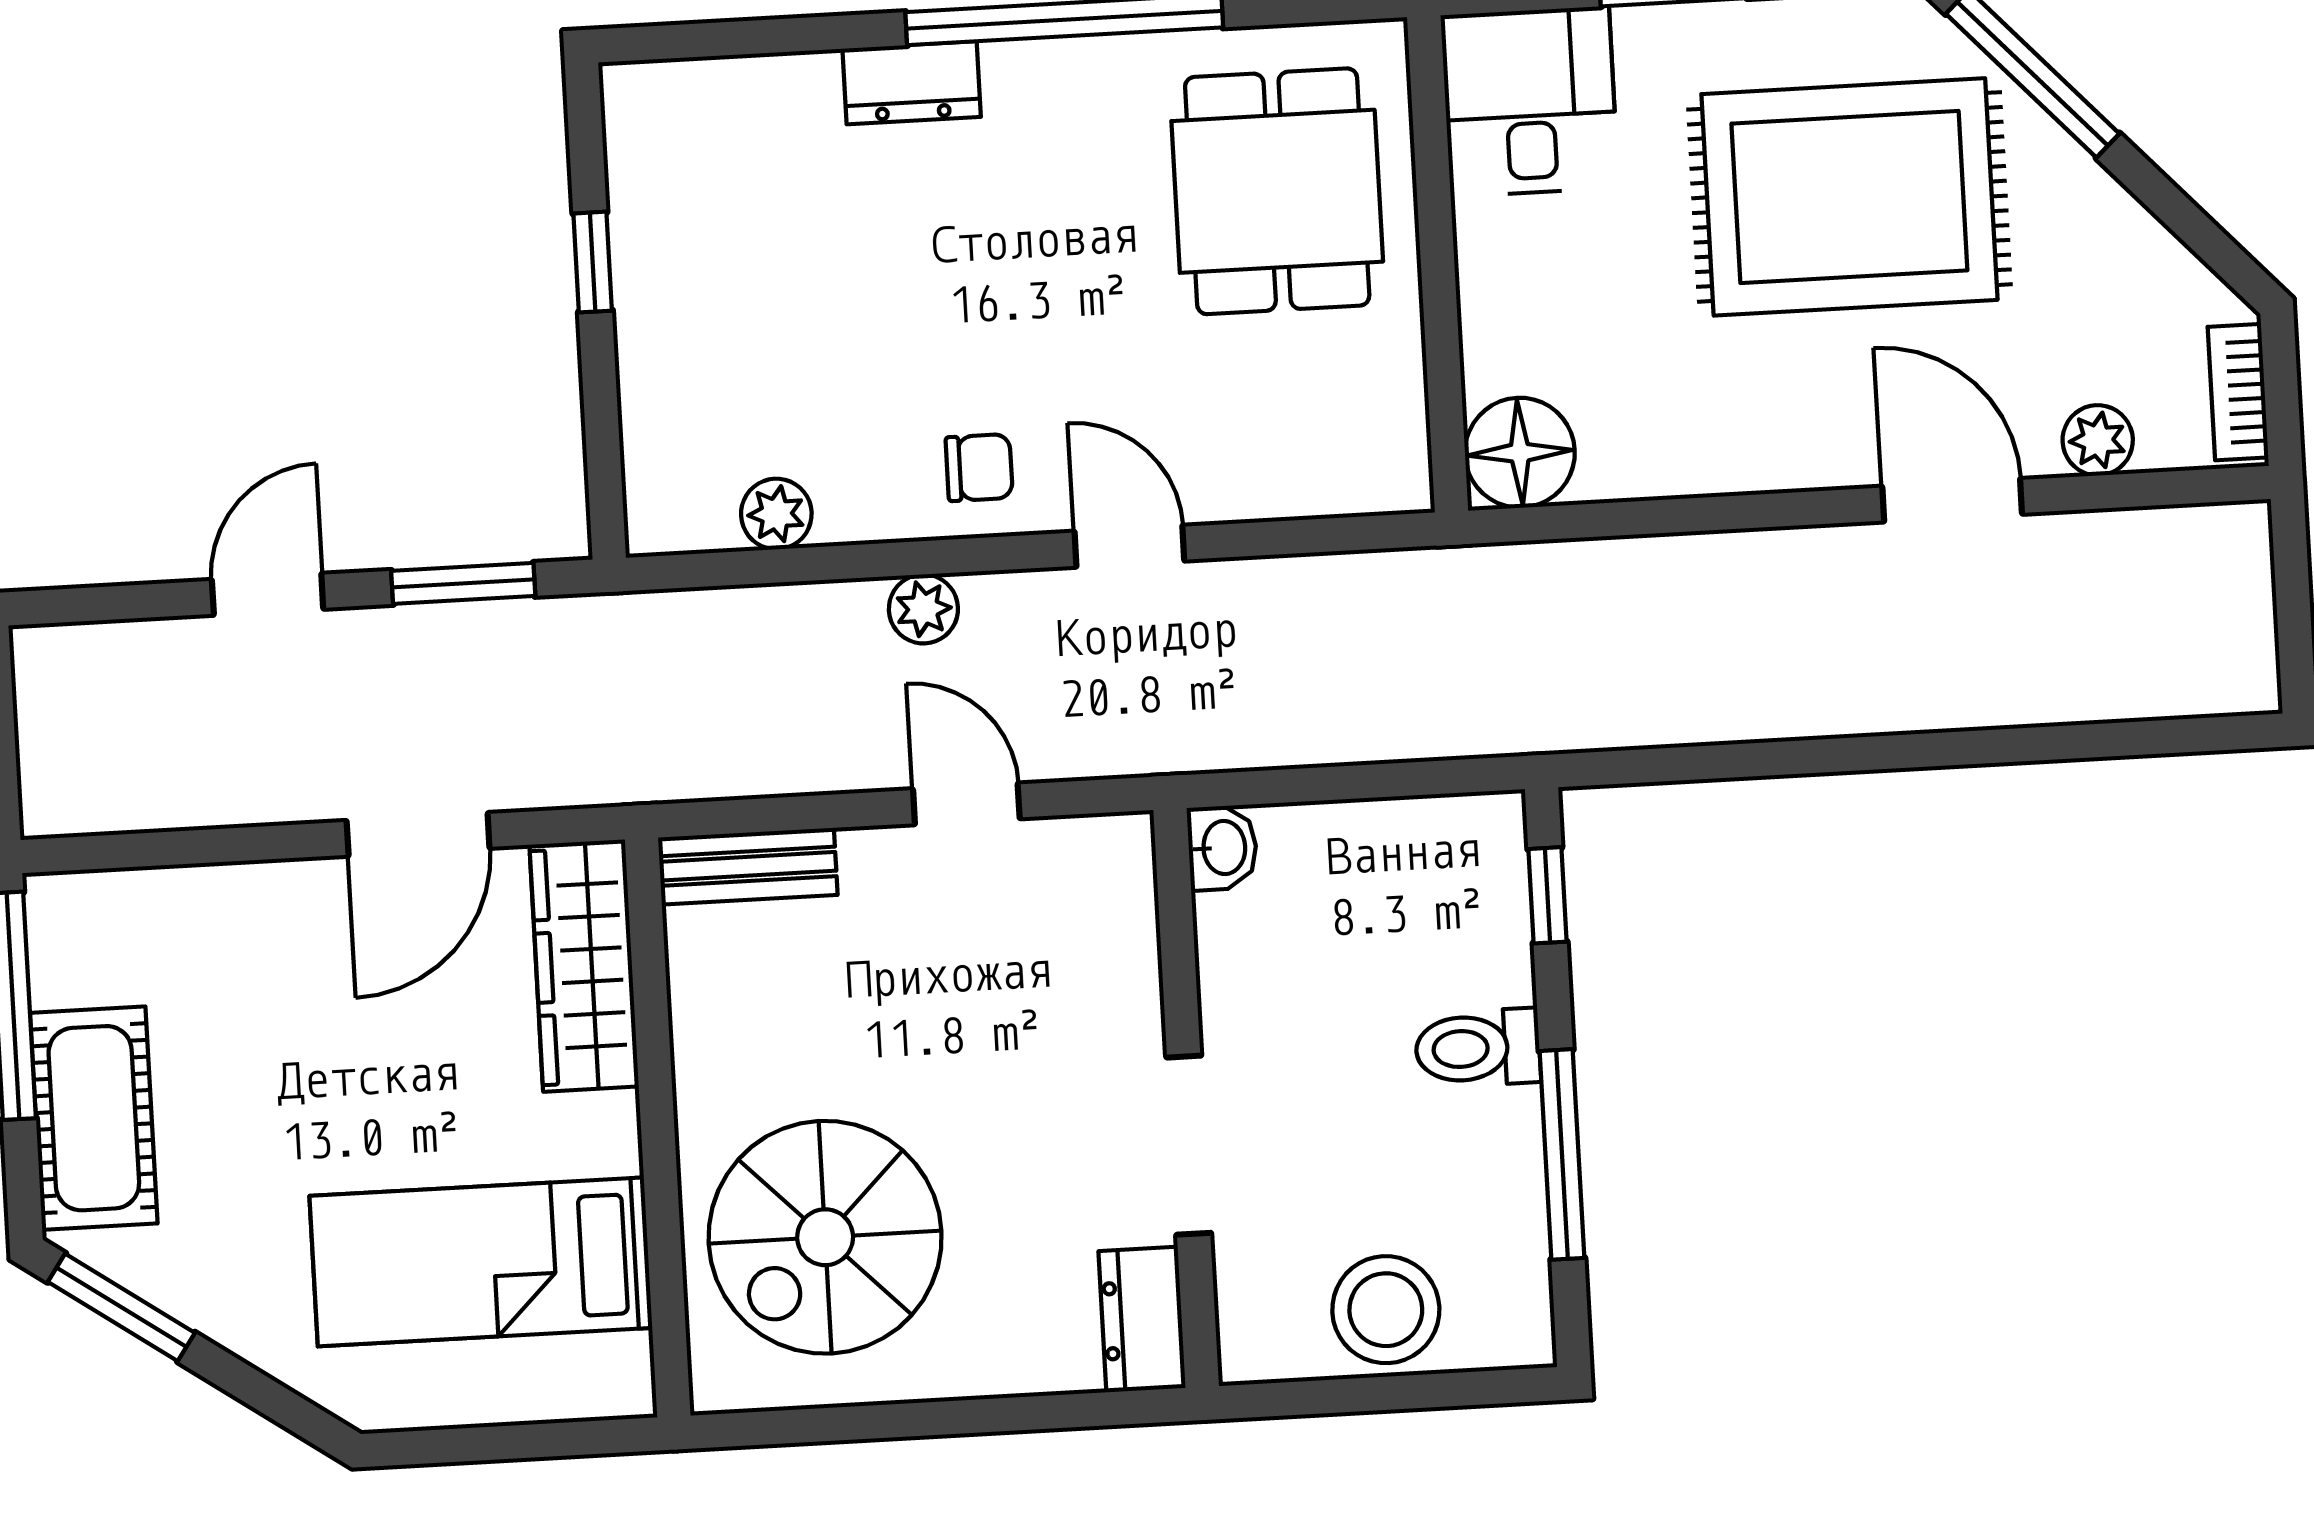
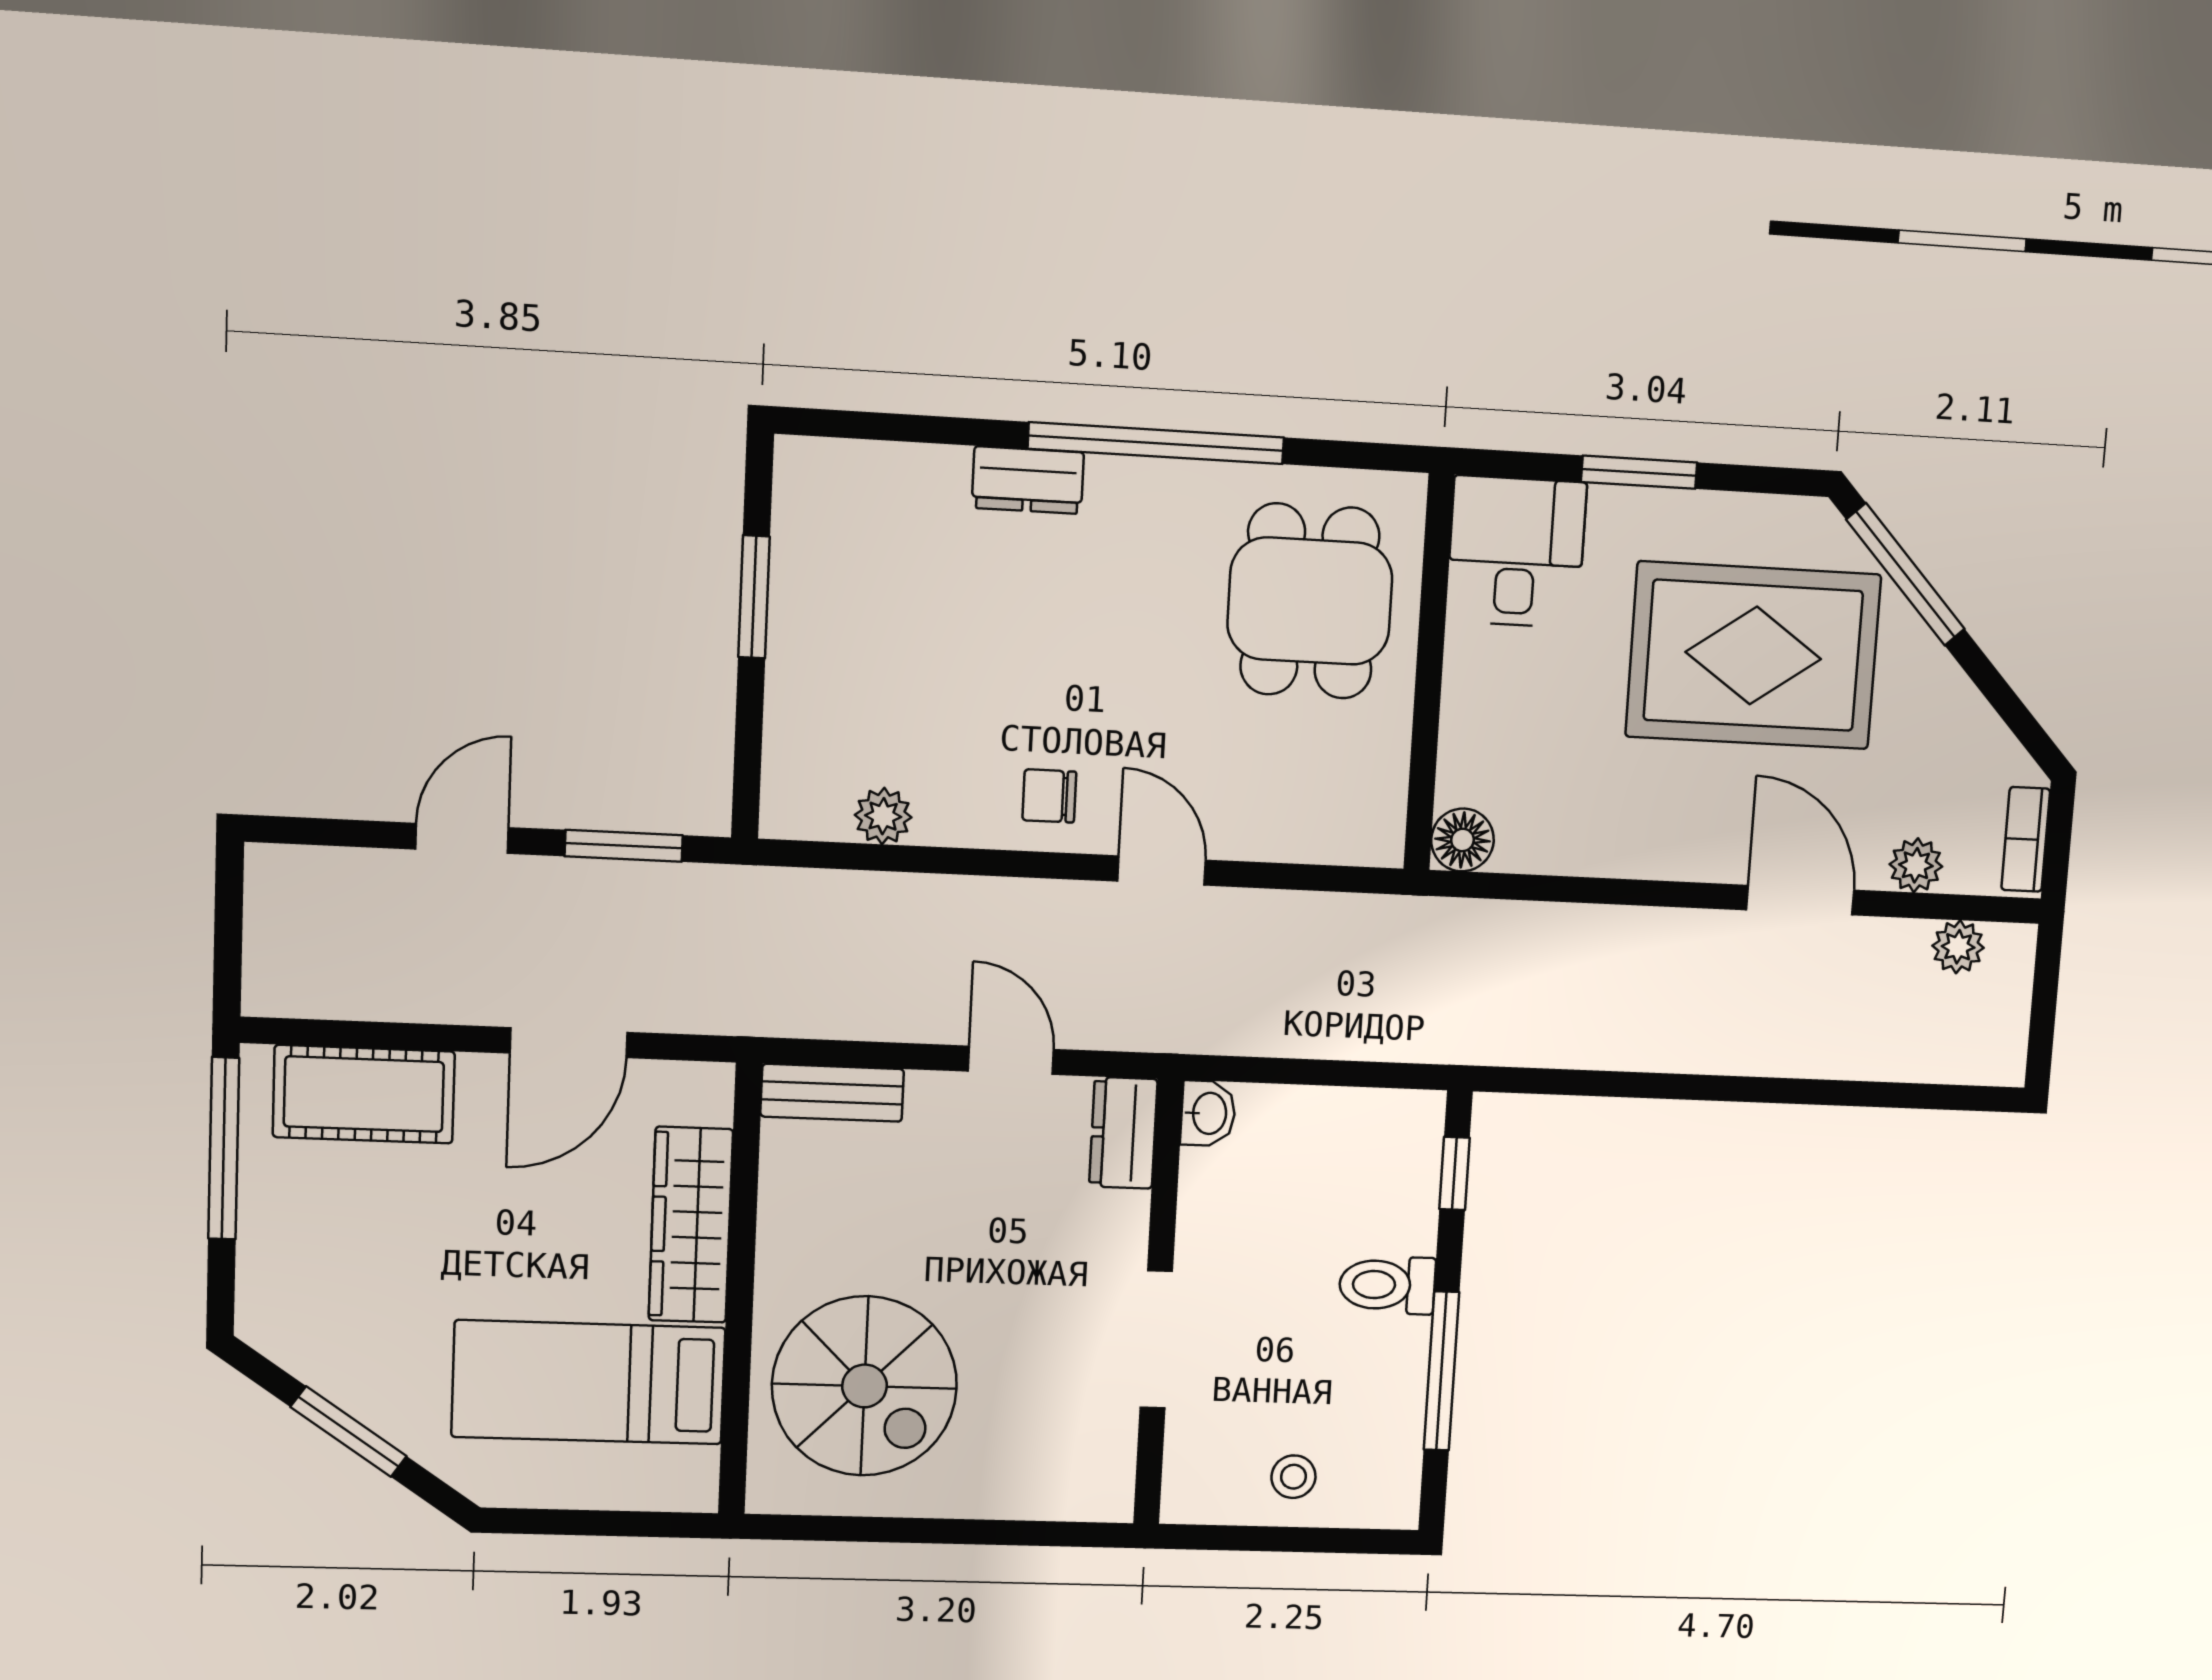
window: (593, 262) -> (754, 597), width x1.50
floor lamp: (1520, 453) -> (1462, 840), width x0.73, depth x0.73
chair: (979, 468) -> (1049, 796), turned 180
plant: (923, 609) -> (1958, 947), moved
wardrobe: (584, 966) -> (691, 1225), moved
cot: (94, 1118) -> (364, 1094), moved, turned 90
spiral stairs: (825, 1237) -> (865, 1386), turned -90
window: (121, 1307) -> (349, 1432), moved
stool: (1386, 1310) -> (1293, 1477), width x0.53, depth x0.53
dresser: (1142, 1320) -> (1123, 1133), moved

